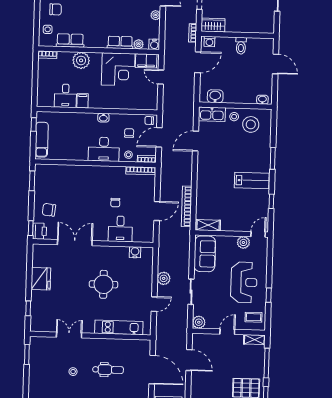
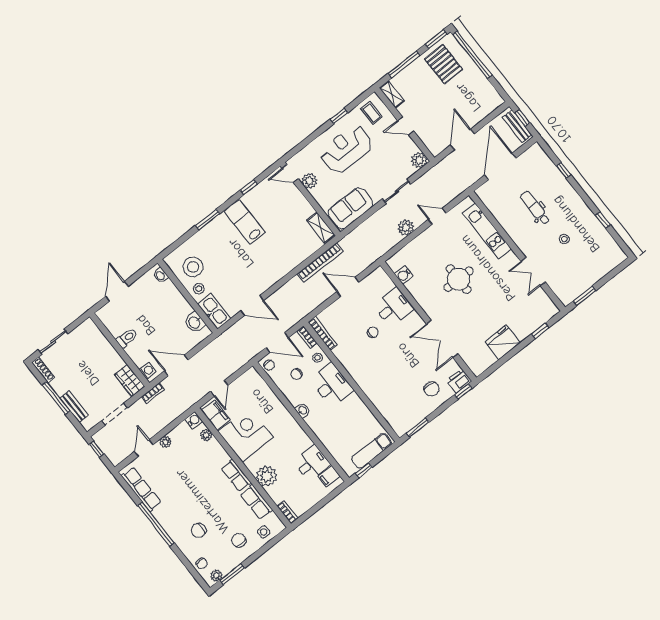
row of seats: (120, 42) -> (236, 475), moved
filing cabinet: (83, 101) -> (329, 476), moved

